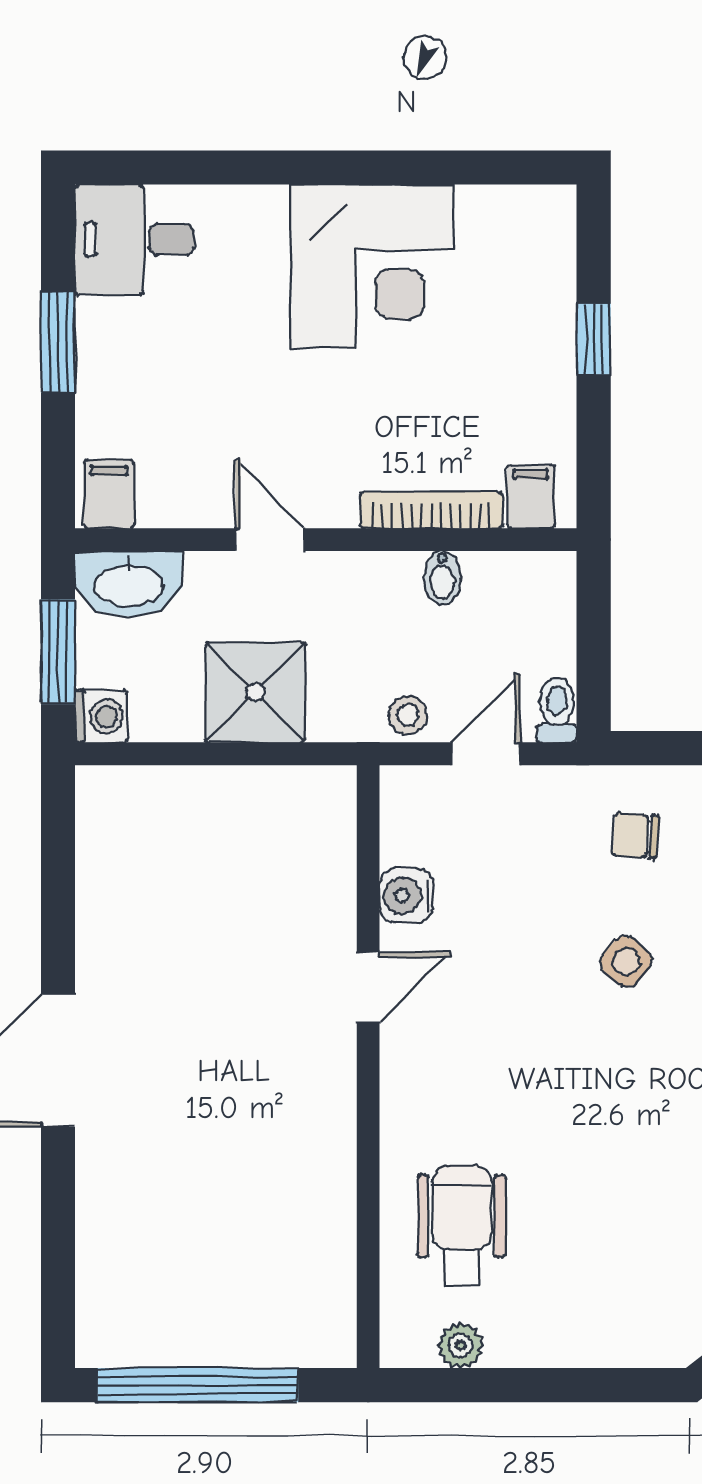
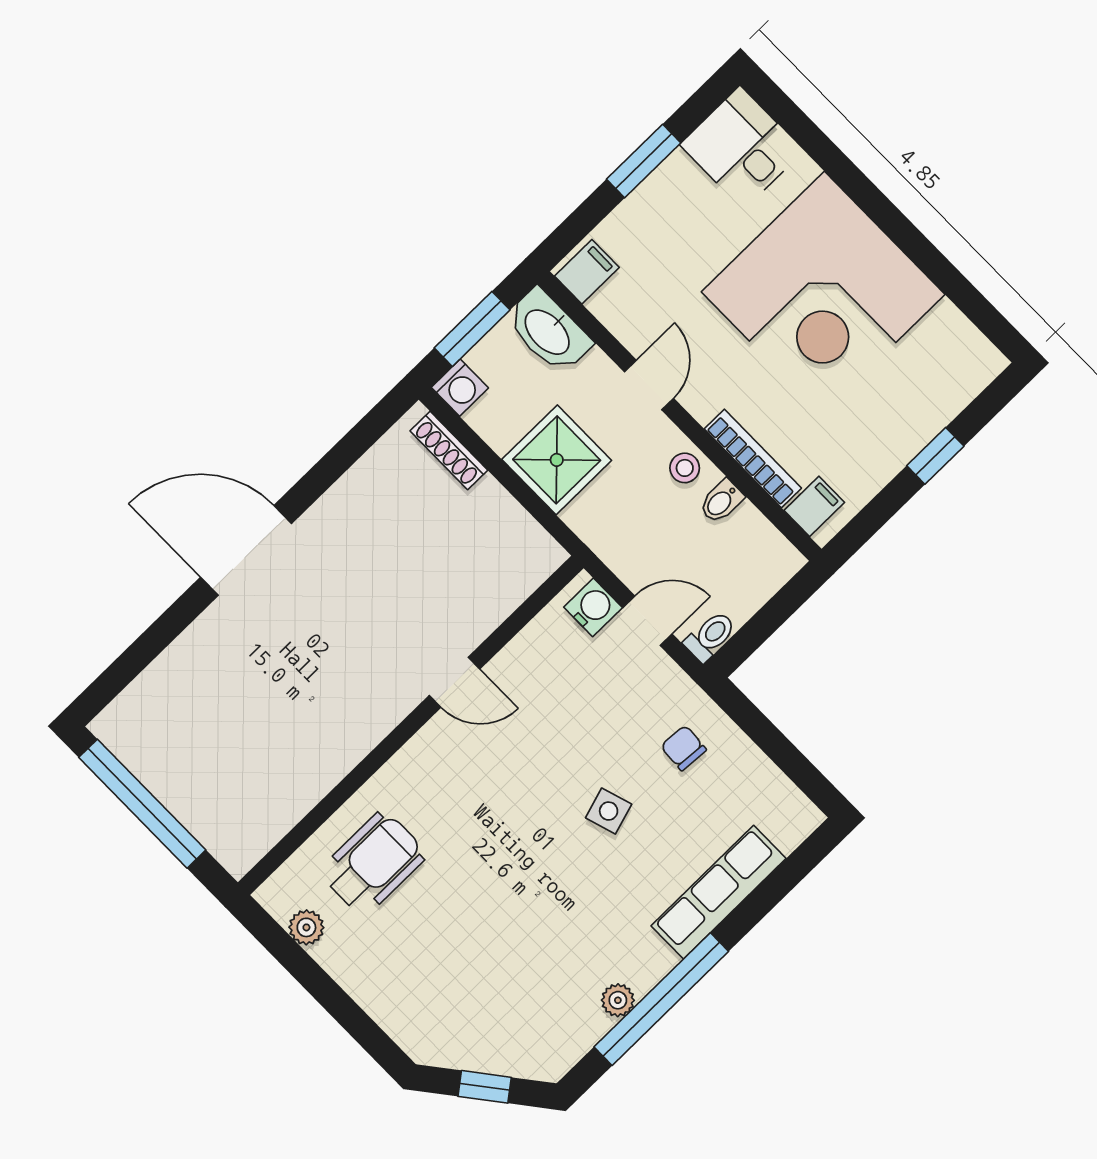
corner desk: (372, 266) -> (823, 293), width x1.36, depth x1.36
stool: (408, 715) -> (685, 468), moved
shoe rack: (149, 783) -> (449, 450), added
water cooler: (406, 896) -> (593, 607), moved, turned 90
side table: (626, 962) -> (609, 811), turned 32

